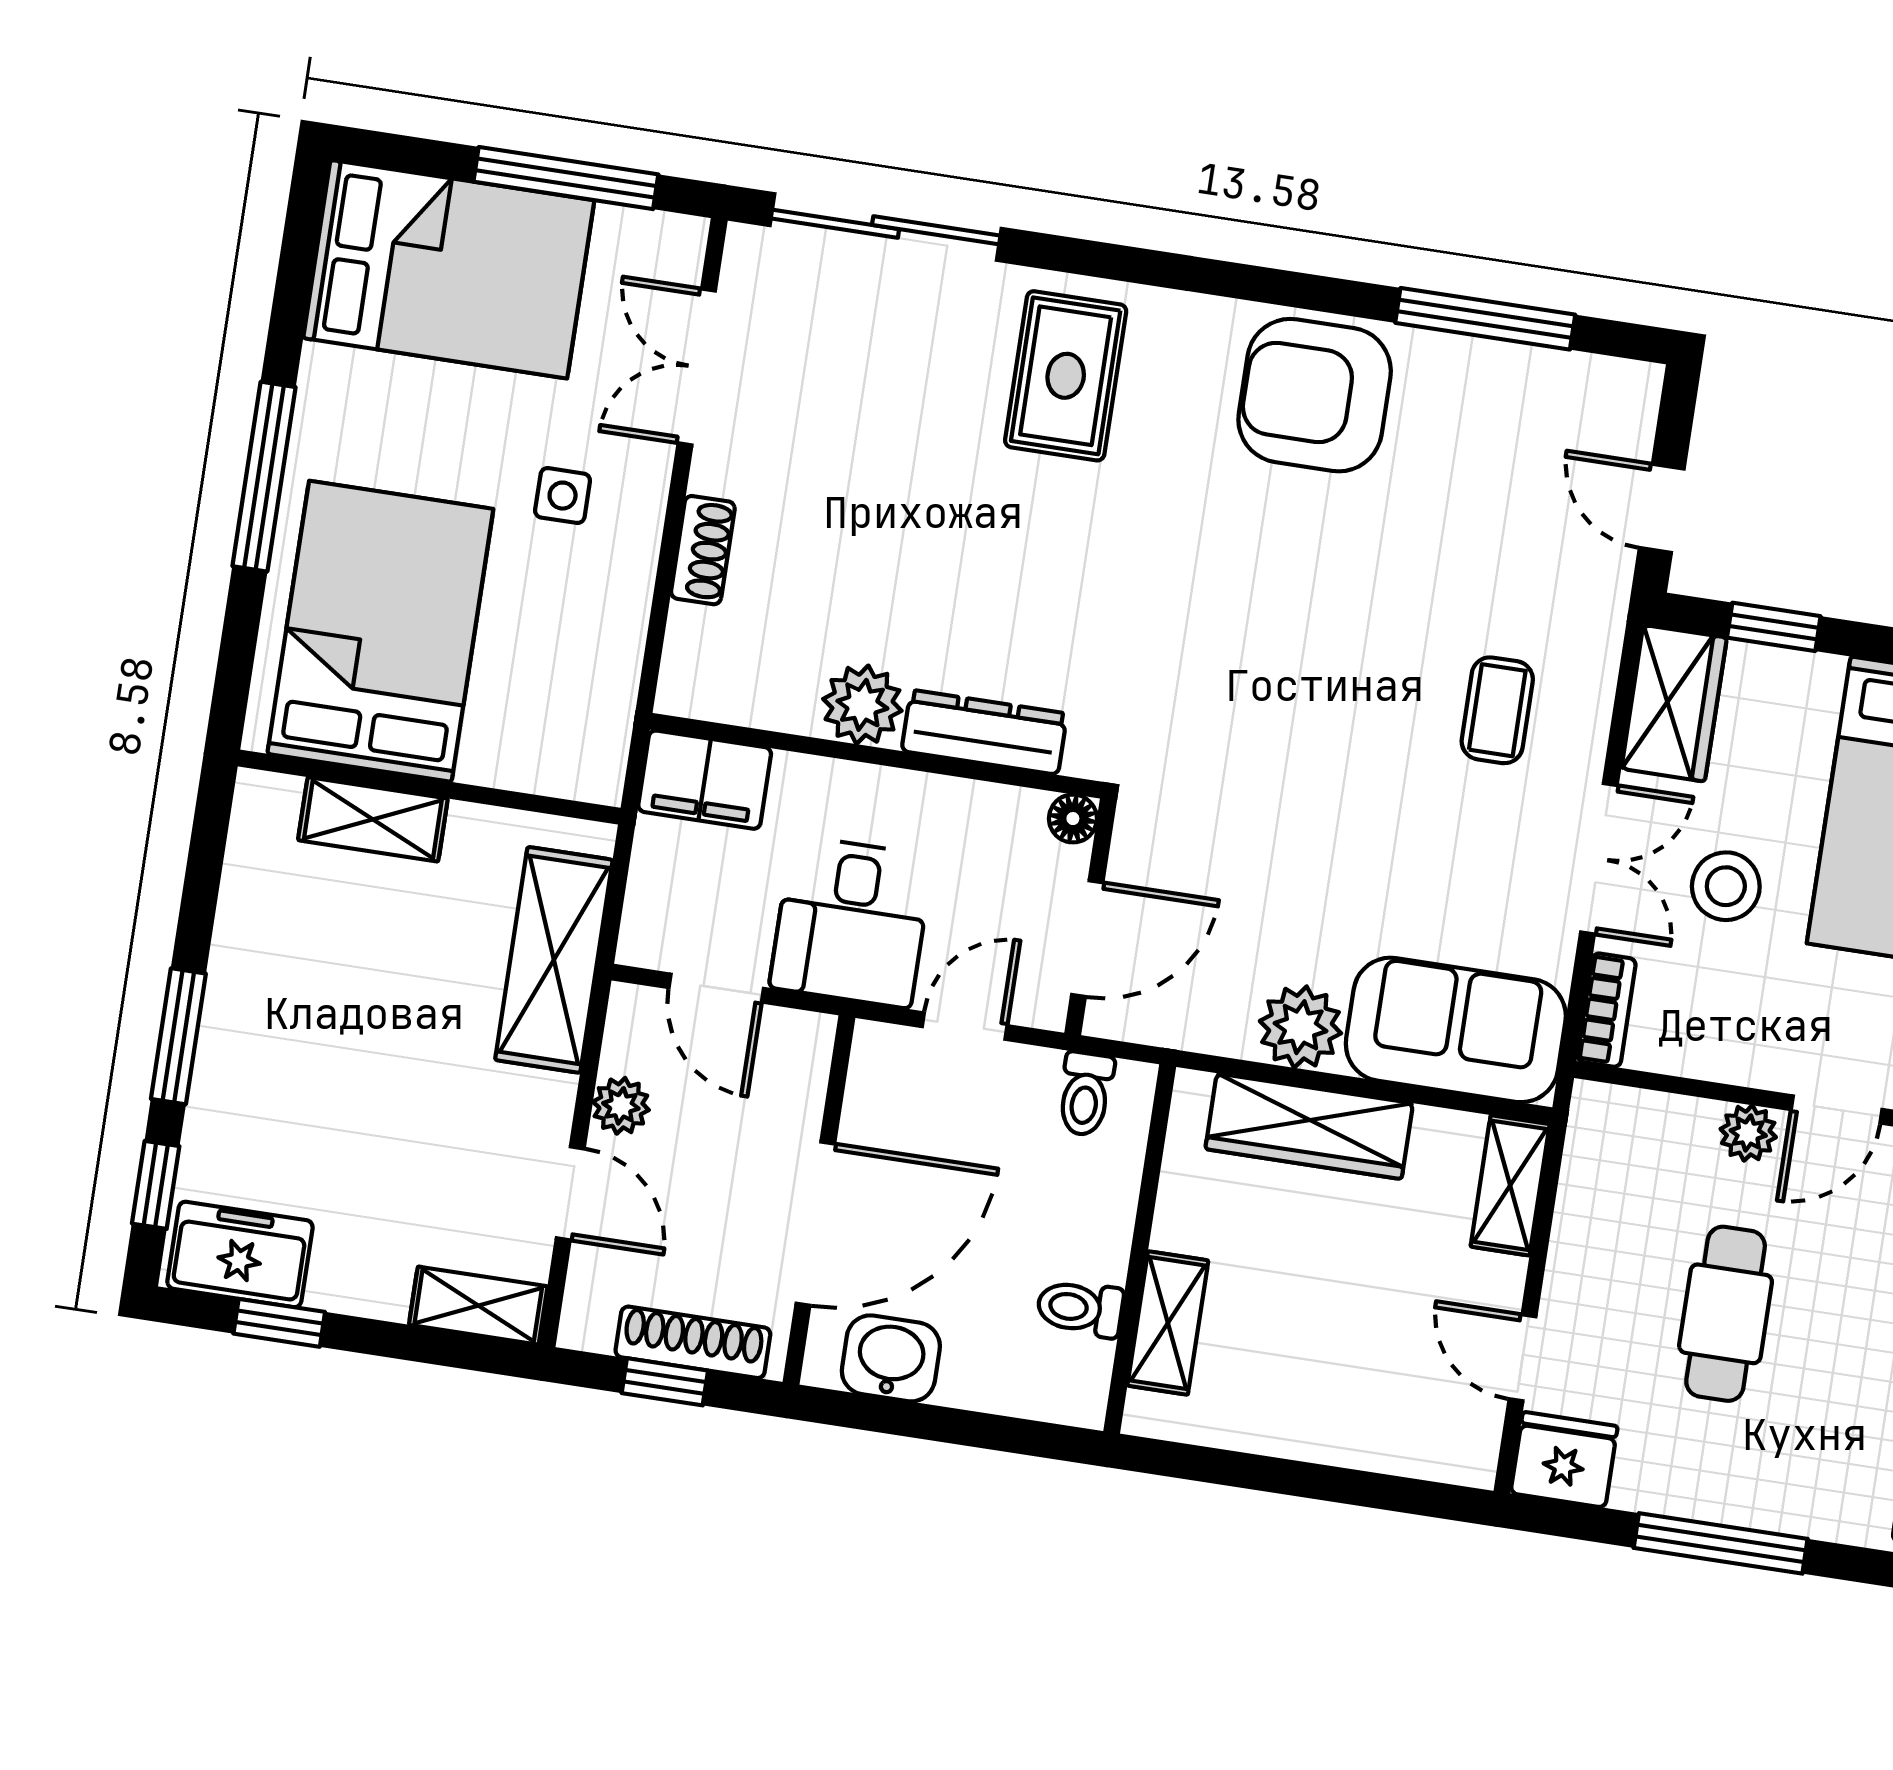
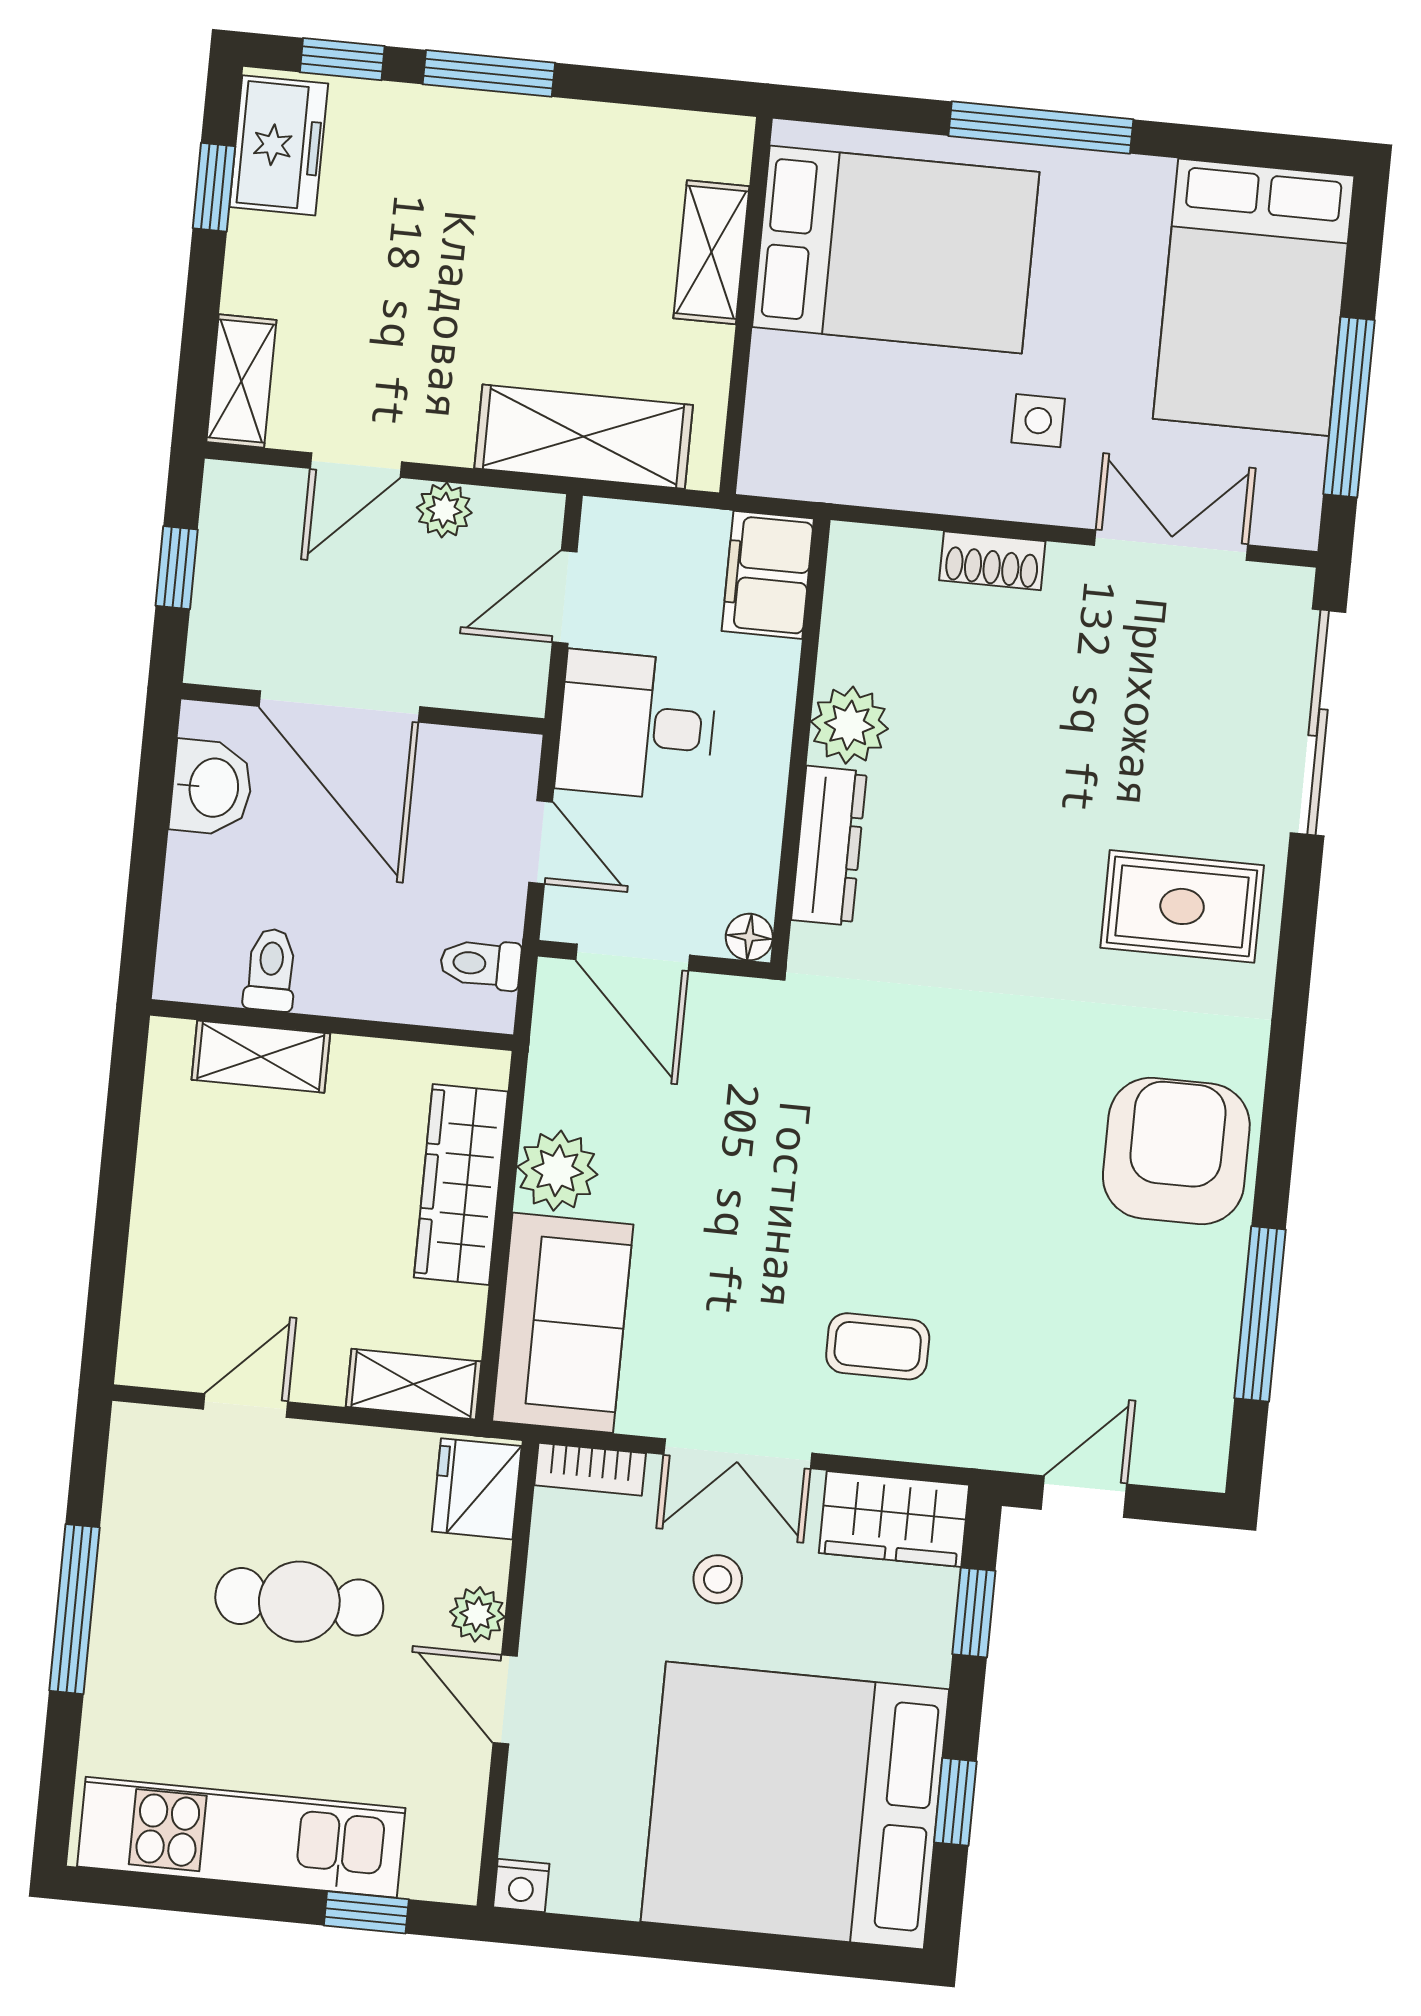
stool: (1726, 886) -> (718, 1579), width x0.73, depth x0.73
shoe rack: (693, 1342) -> (217, 593), removed
fridge: (1564, 1460) -> (477, 1489), moved, turned 180

